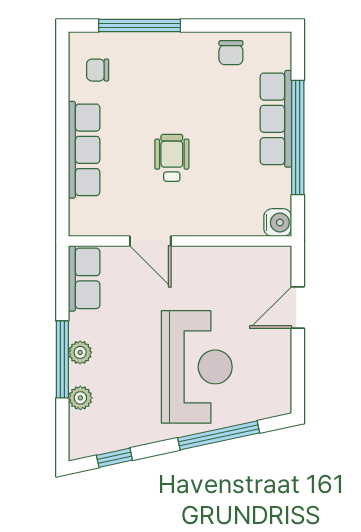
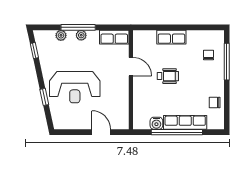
chair: (98, 70) -> (209, 55), moved
row of seats: (84, 150) -> (171, 37), width x0.68
water cooler: (278, 223) -> (156, 123), moved
door: (150, 241) -> (131, 67), swing flipped
window: (219, 435) -> (44, 97), width x0.46

